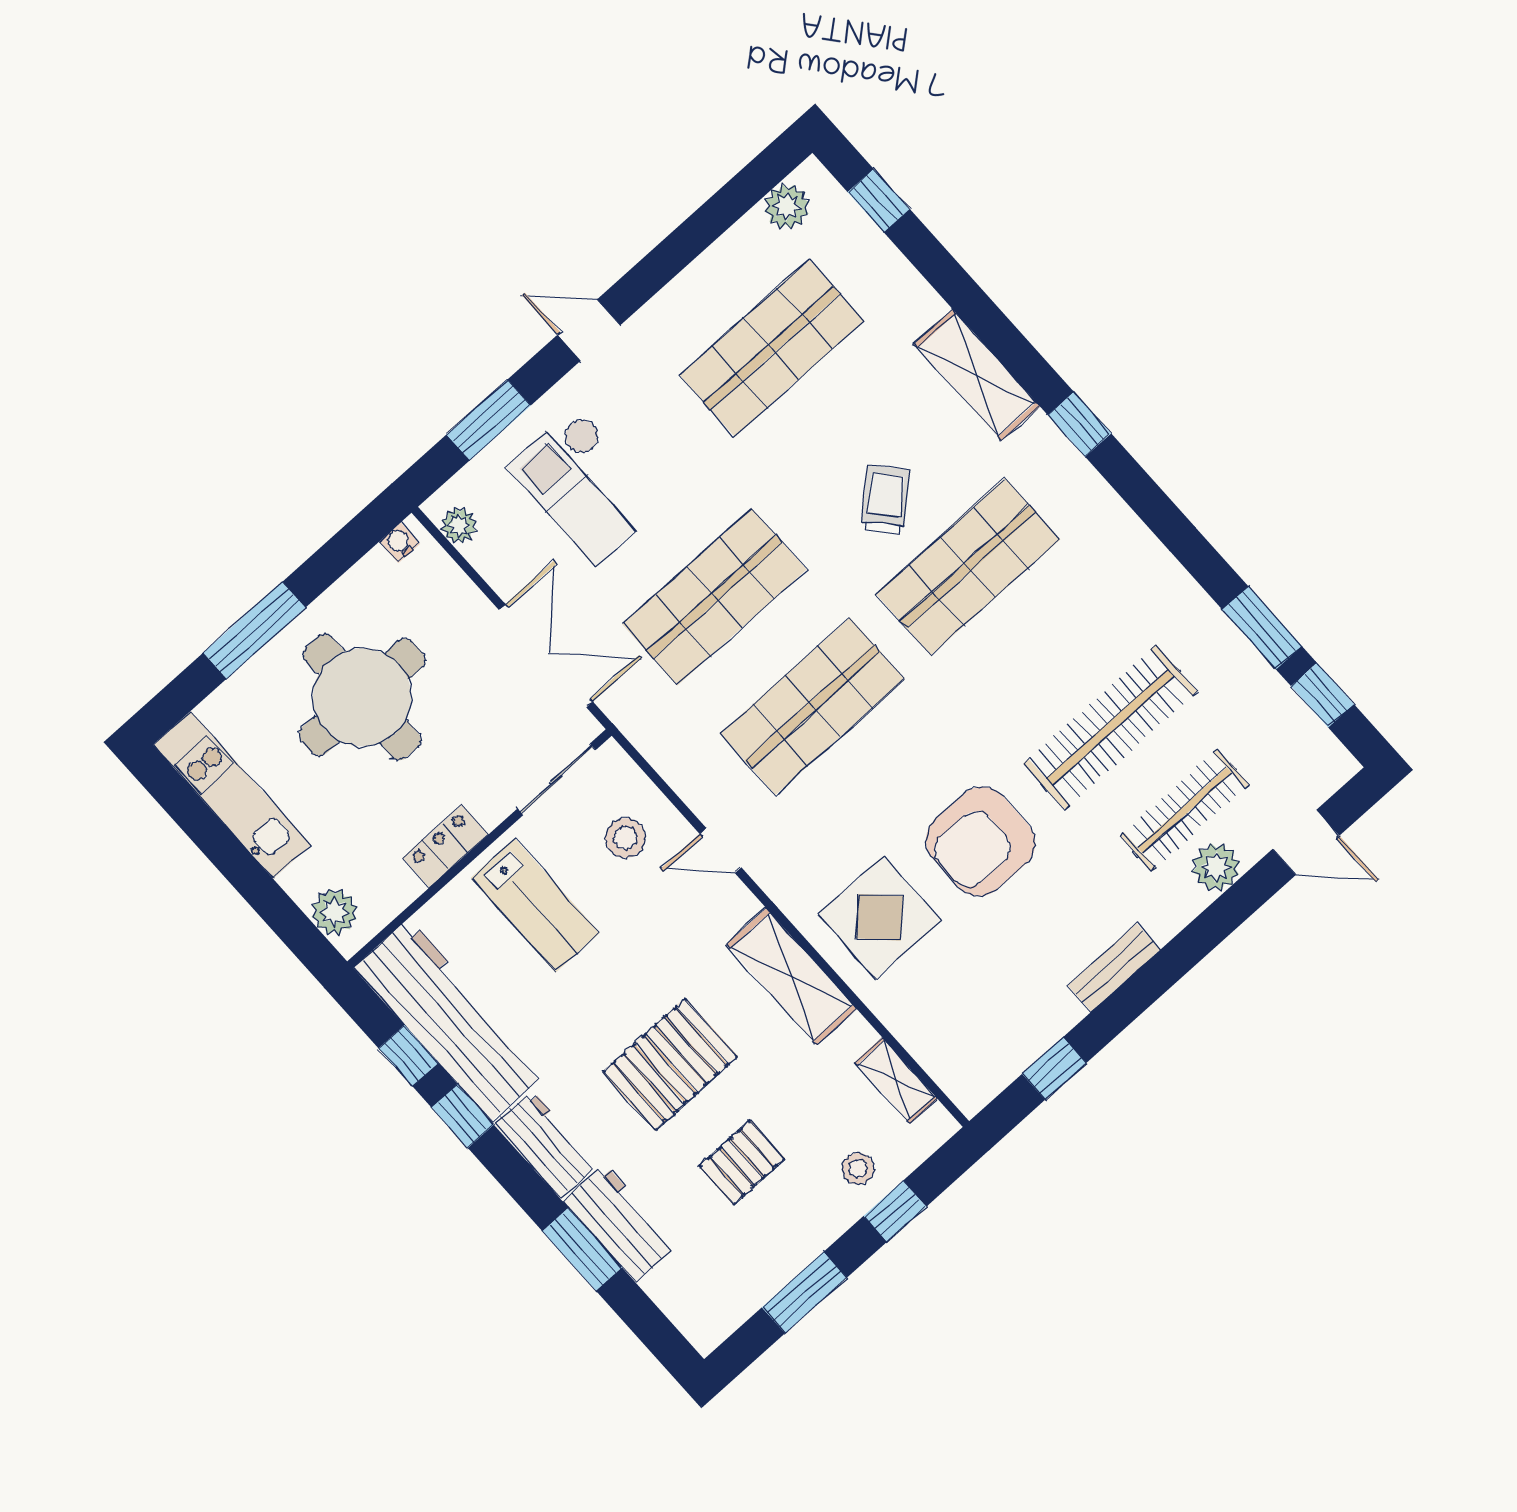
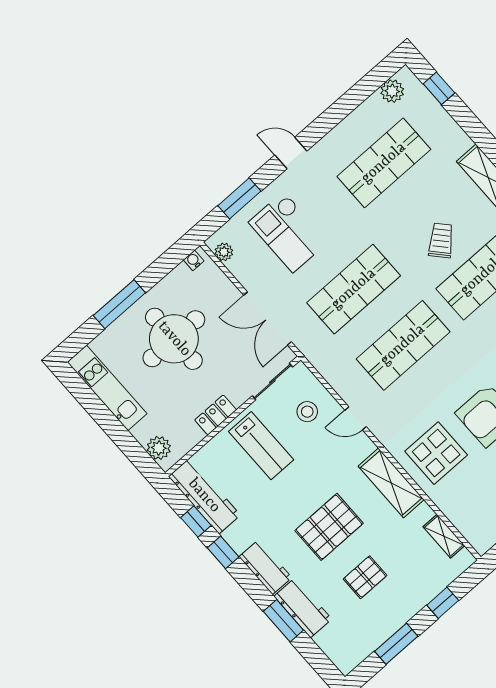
double door: (546, 656) -> (268, 319), swing flipped
workbench: (450, 1020) -> (204, 496), width x0.73, depth x0.76
stool: (858, 1169) -> (424, 581), removed

